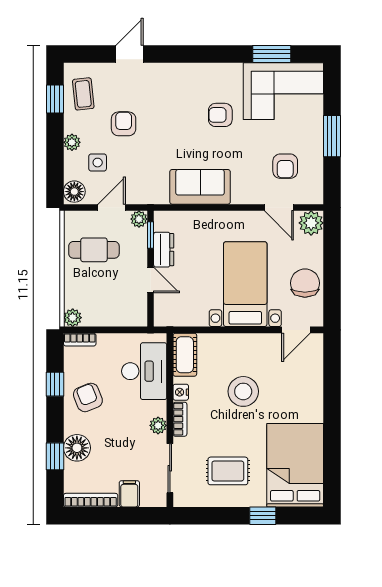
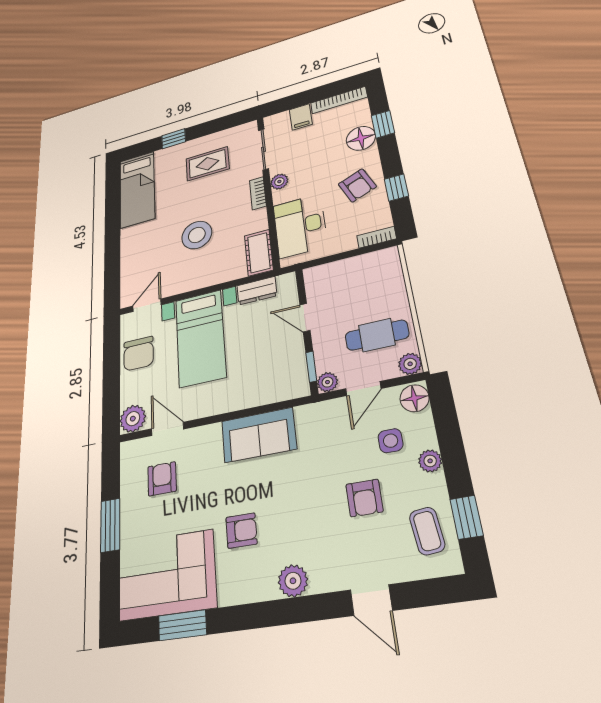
door: (130, 54) -> (371, 600), hinge flipped
plant: (184, 74) -> (293, 581), added
dresser: (164, 250) -> (257, 291), moved, turned -90
plant: (73, 318) -> (410, 364), moved
nightstand: (181, 392) -> (259, 217), removed
bed: (295, 465) -> (137, 189), width x0.67

